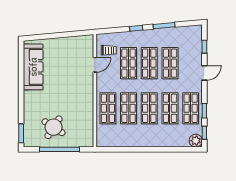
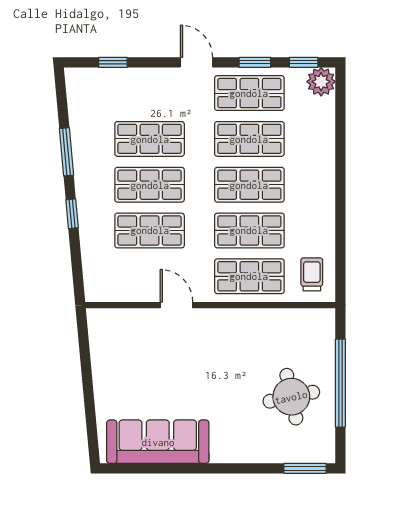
trolley: (109, 50) -> (312, 274), moved
door: (95, 65) -> (176, 305), moved
door: (204, 73) -> (197, 62), moved
round table: (54, 127) -> (291, 397), turned 45

